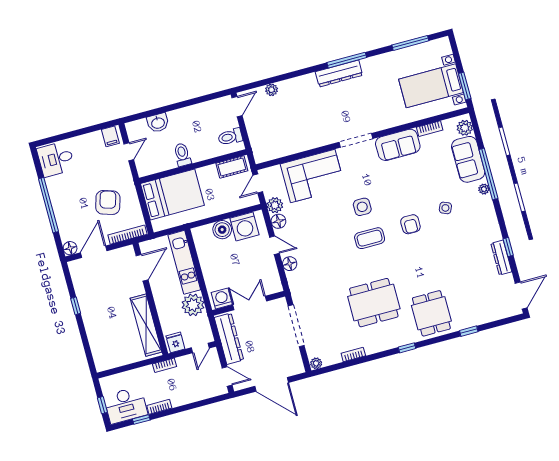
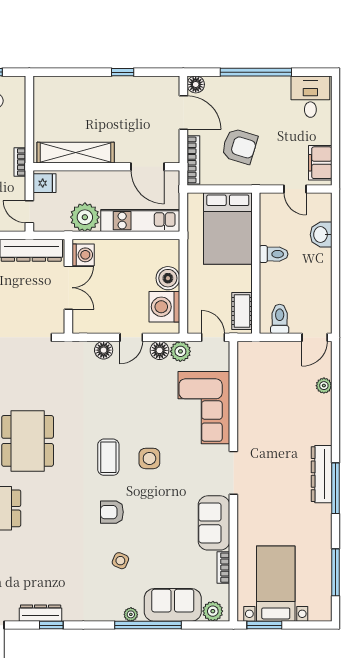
door: (237, 107) -> (315, 337), hinge flipped
filing cabinet: (110, 136) -> (320, 163), width x2.00

